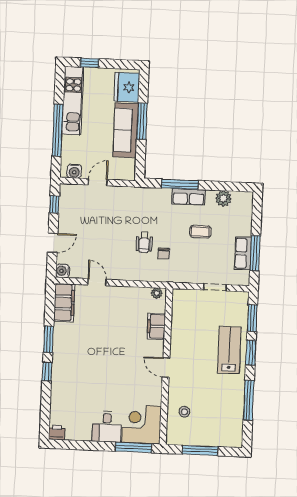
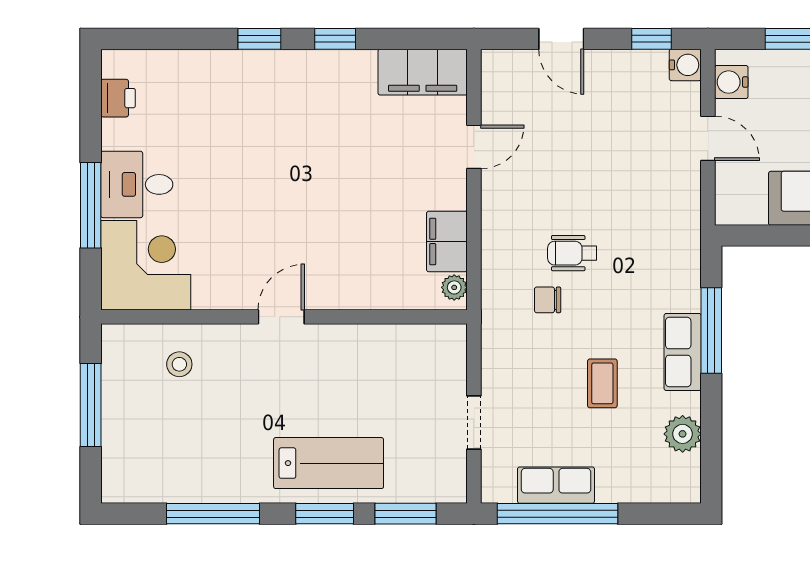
window: (255, 253) -> (557, 514), width x1.46
water cooler: (63, 271) -> (685, 65), moved, turned 90
filing cabinet: (156, 326) -> (447, 241), moved, turned -90
window: (48, 339) -> (335, 39), width x0.67
printer: (57, 432) -> (118, 98), moved
window: (133, 447) -> (91, 205), moved

